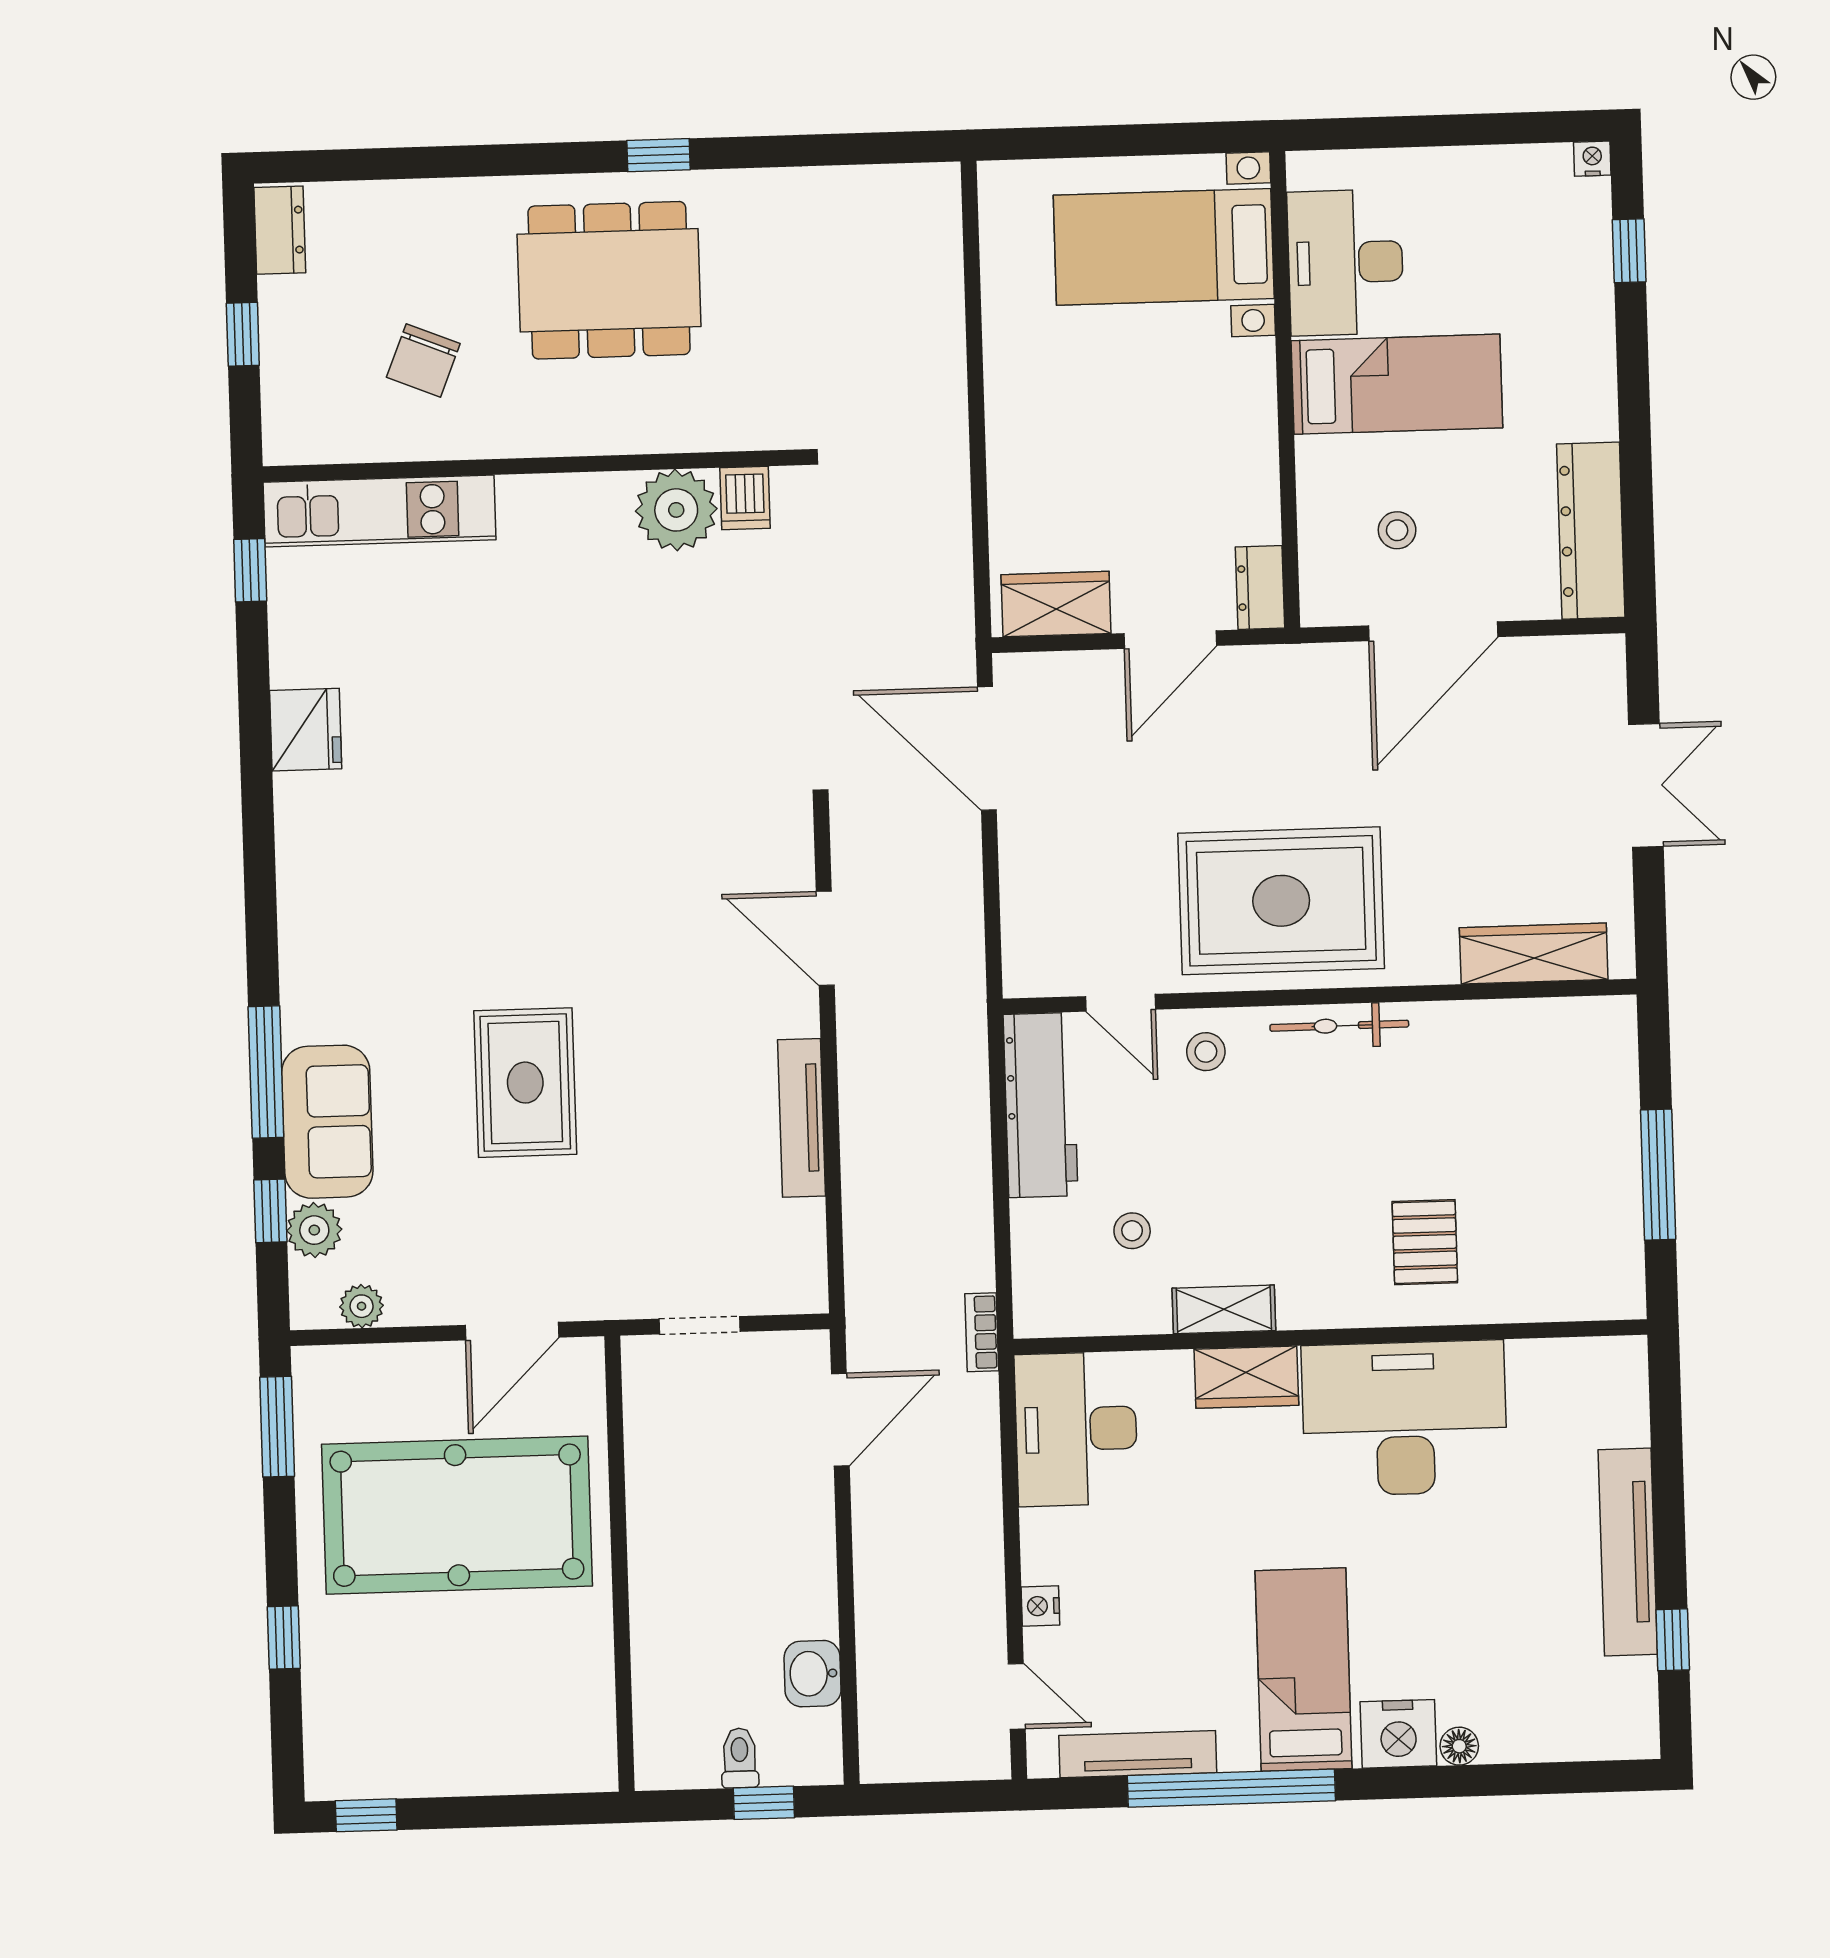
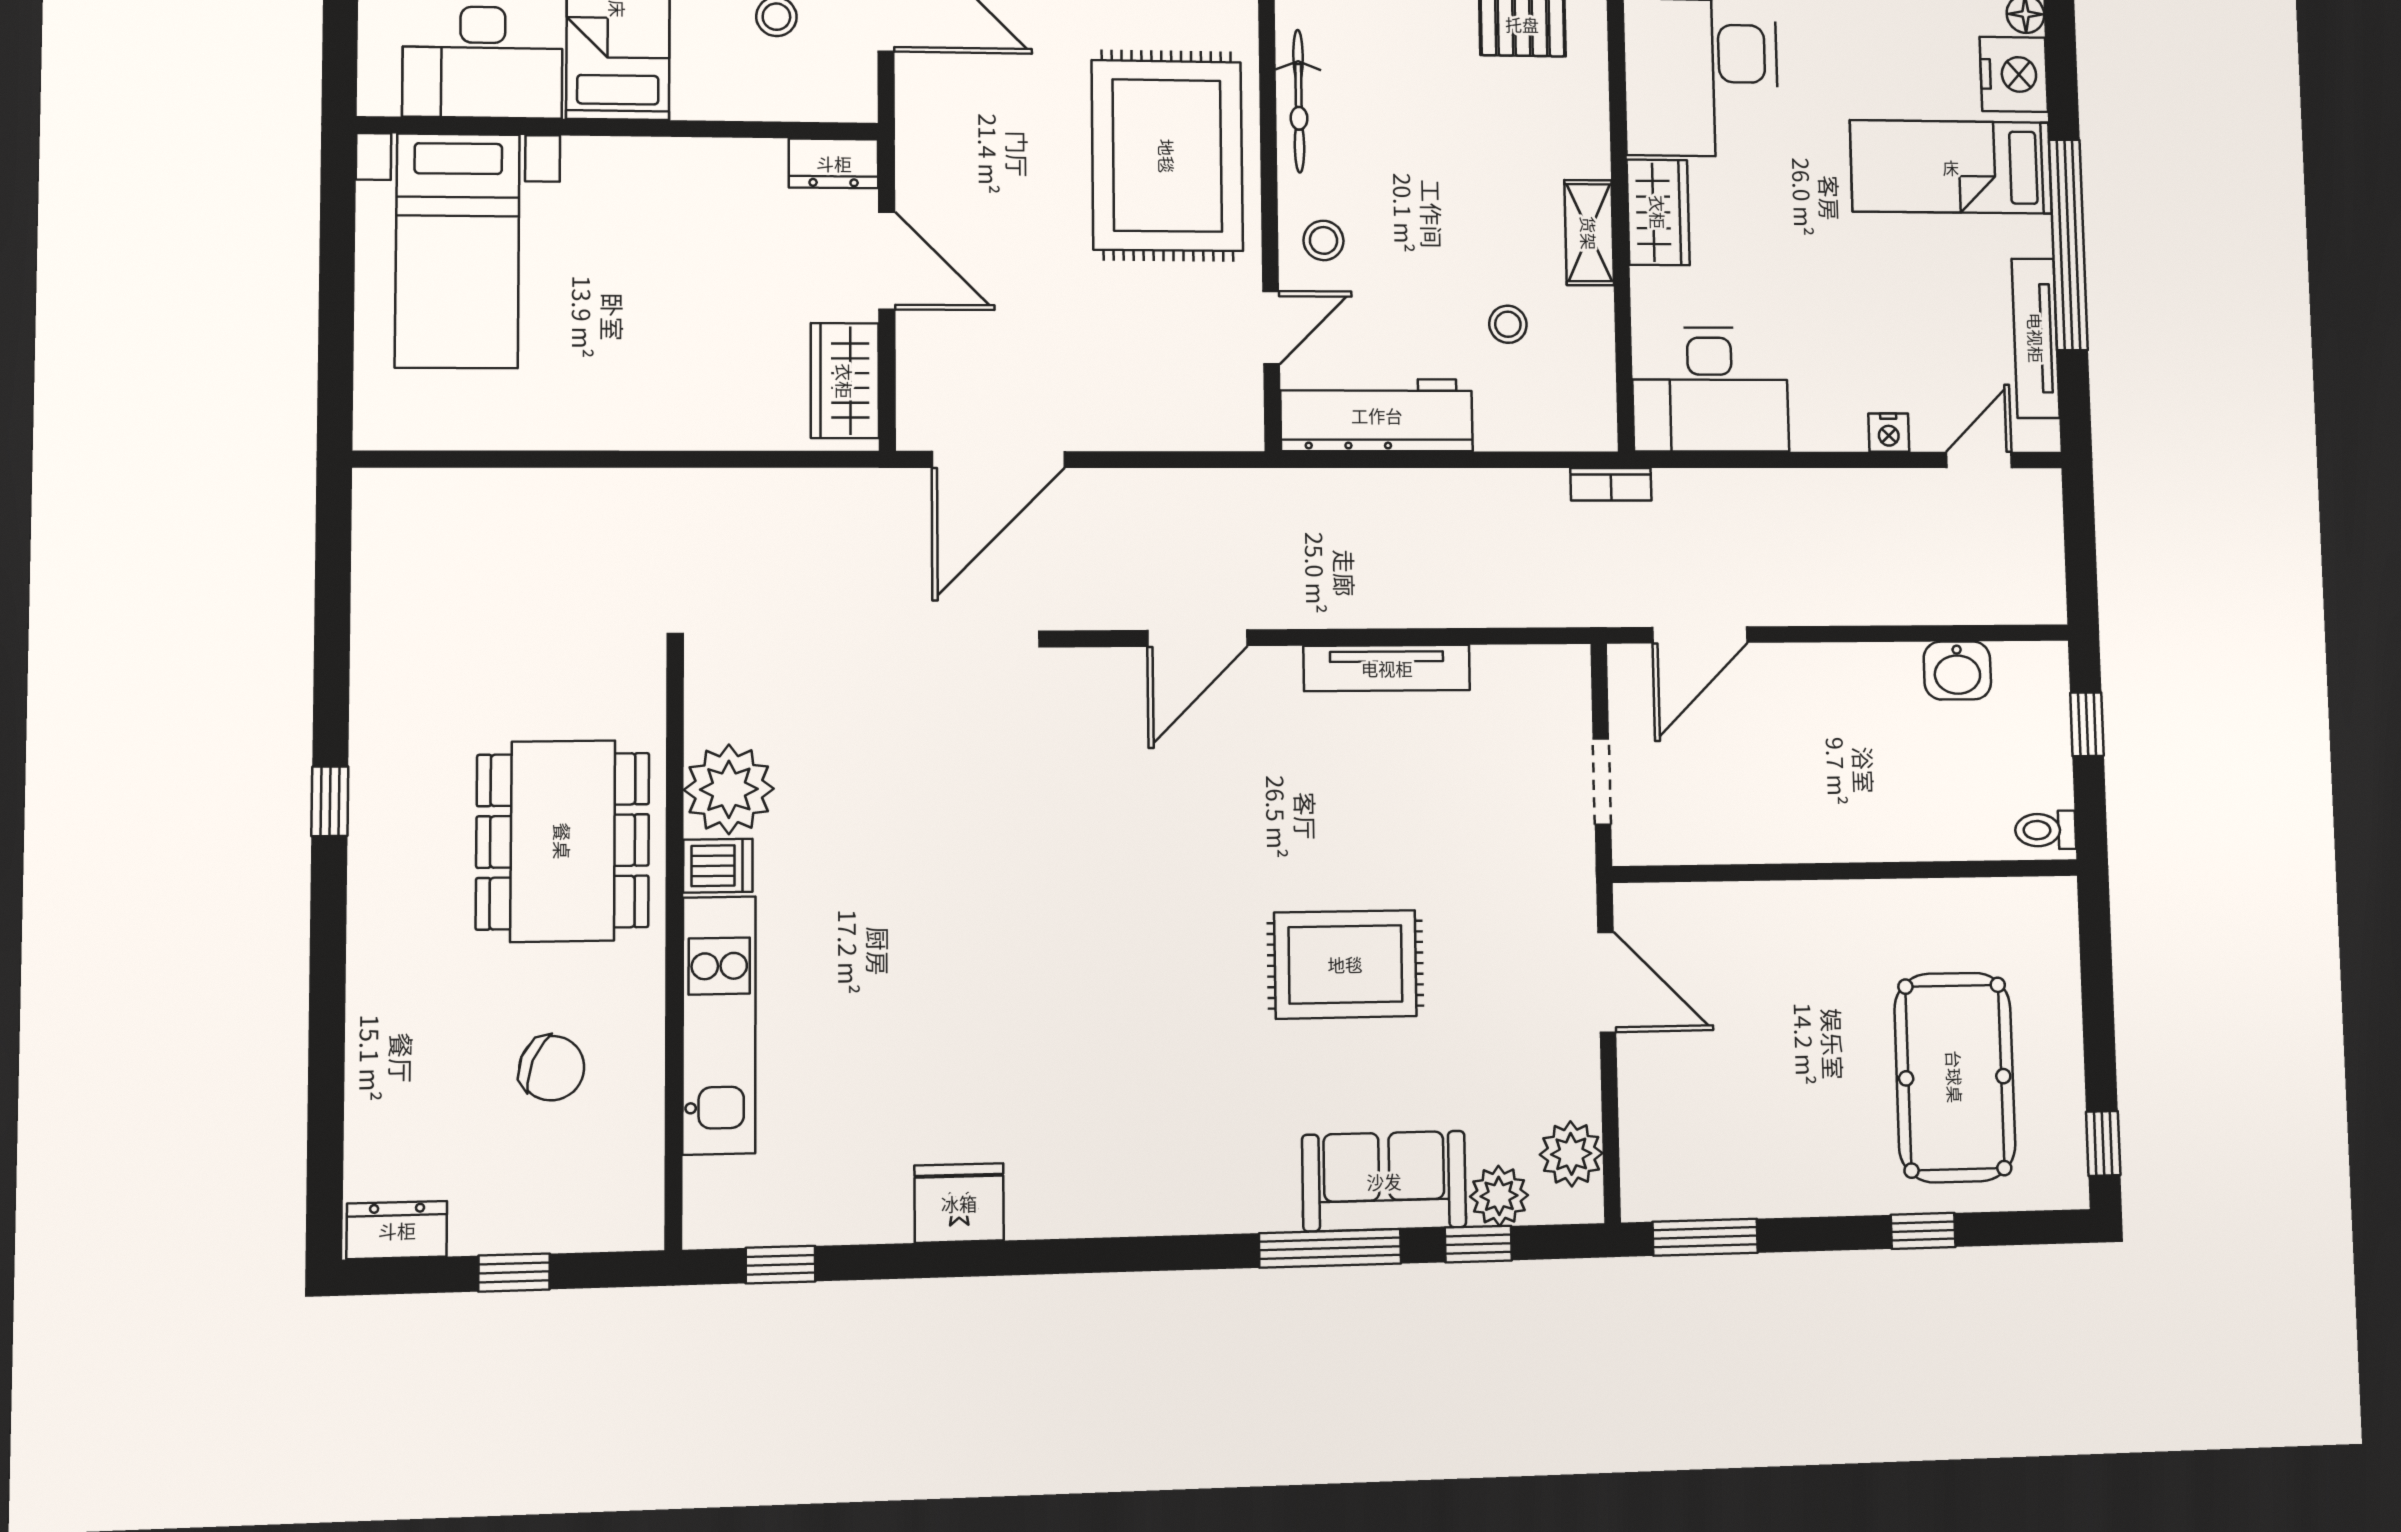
dining table: (609, 280) -> (563, 841), moved
dishwasher: (745, 498) -> (718, 866), moved
kitchen unit: (379, 511) -> (719, 1025), moved
plant: (362, 1306) -> (1571, 1154), width x1.38, depth x1.38
door: (840, 1420) -> (1700, 635), swing flipped
pool table: (457, 1515) -> (1955, 1077), moved, width x0.73, depth x0.76
toilet: (740, 1758) -> (2045, 830), moved

